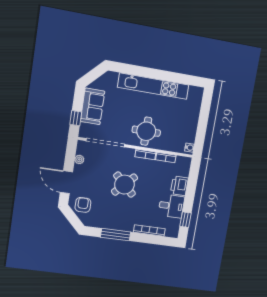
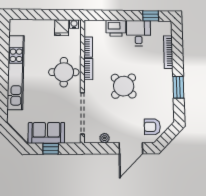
window: (76, 118) -> (51, 149), moved
fridge: (188, 136) -> (62, 28), added
window: (116, 235) -> (178, 87), width x0.69

